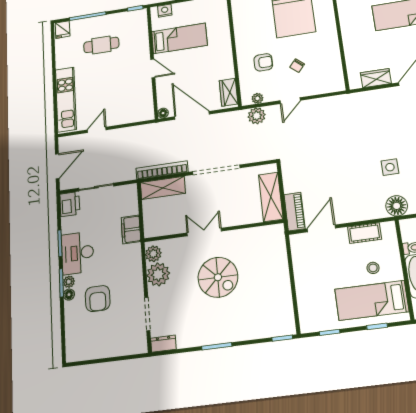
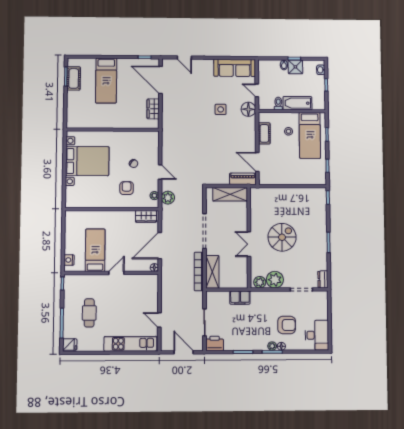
desk: (78, 253) -> (317, 335), moved, turned -90

